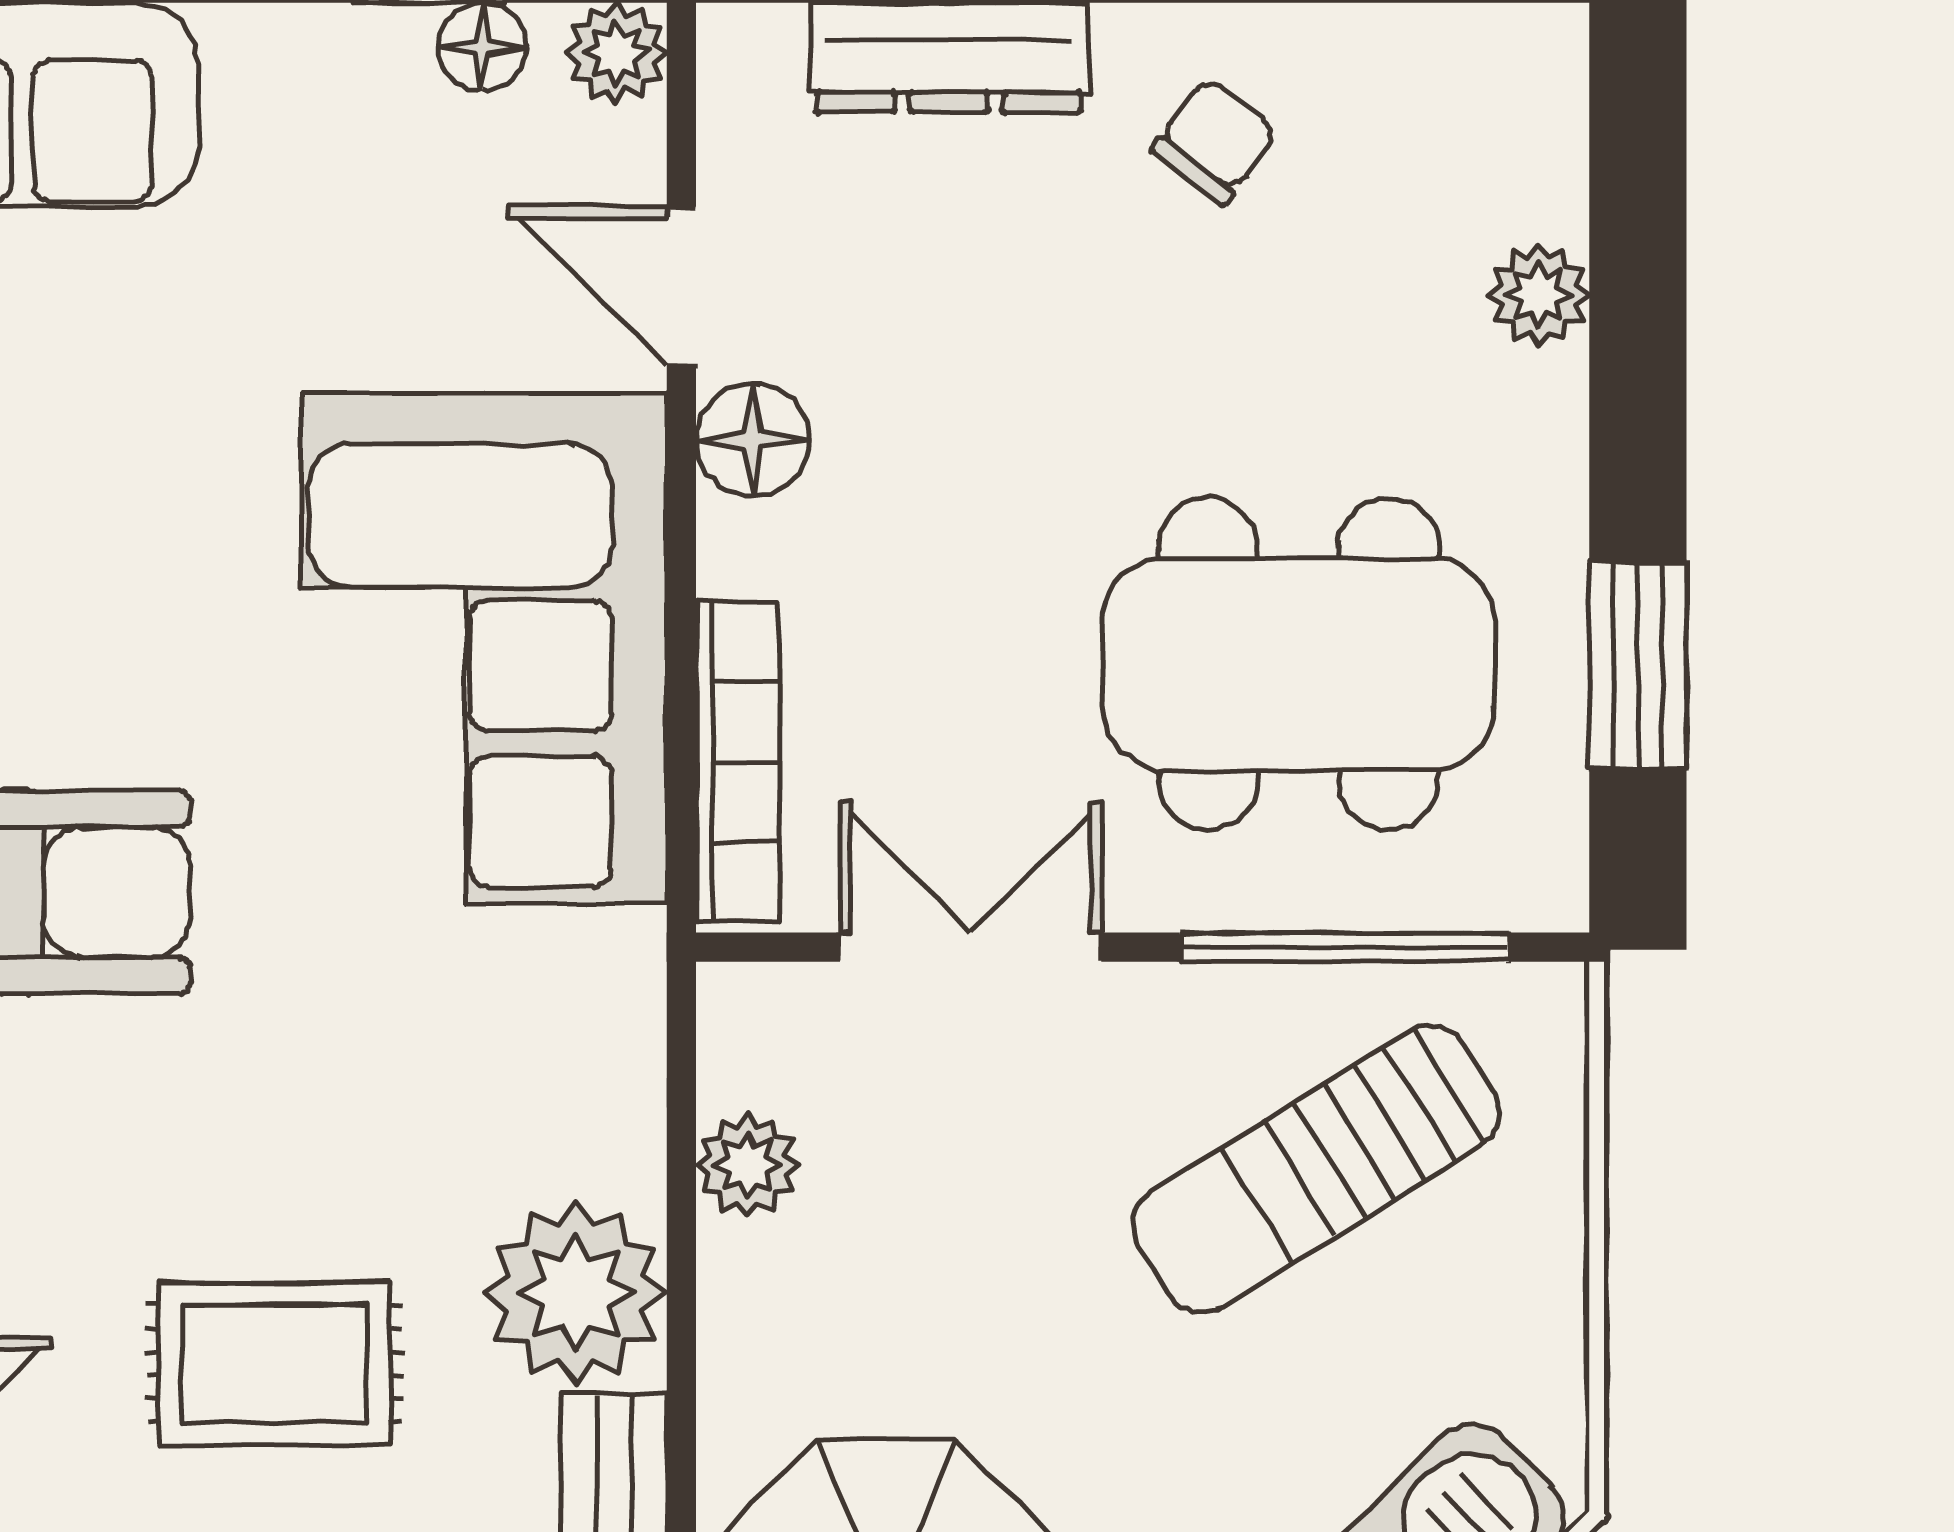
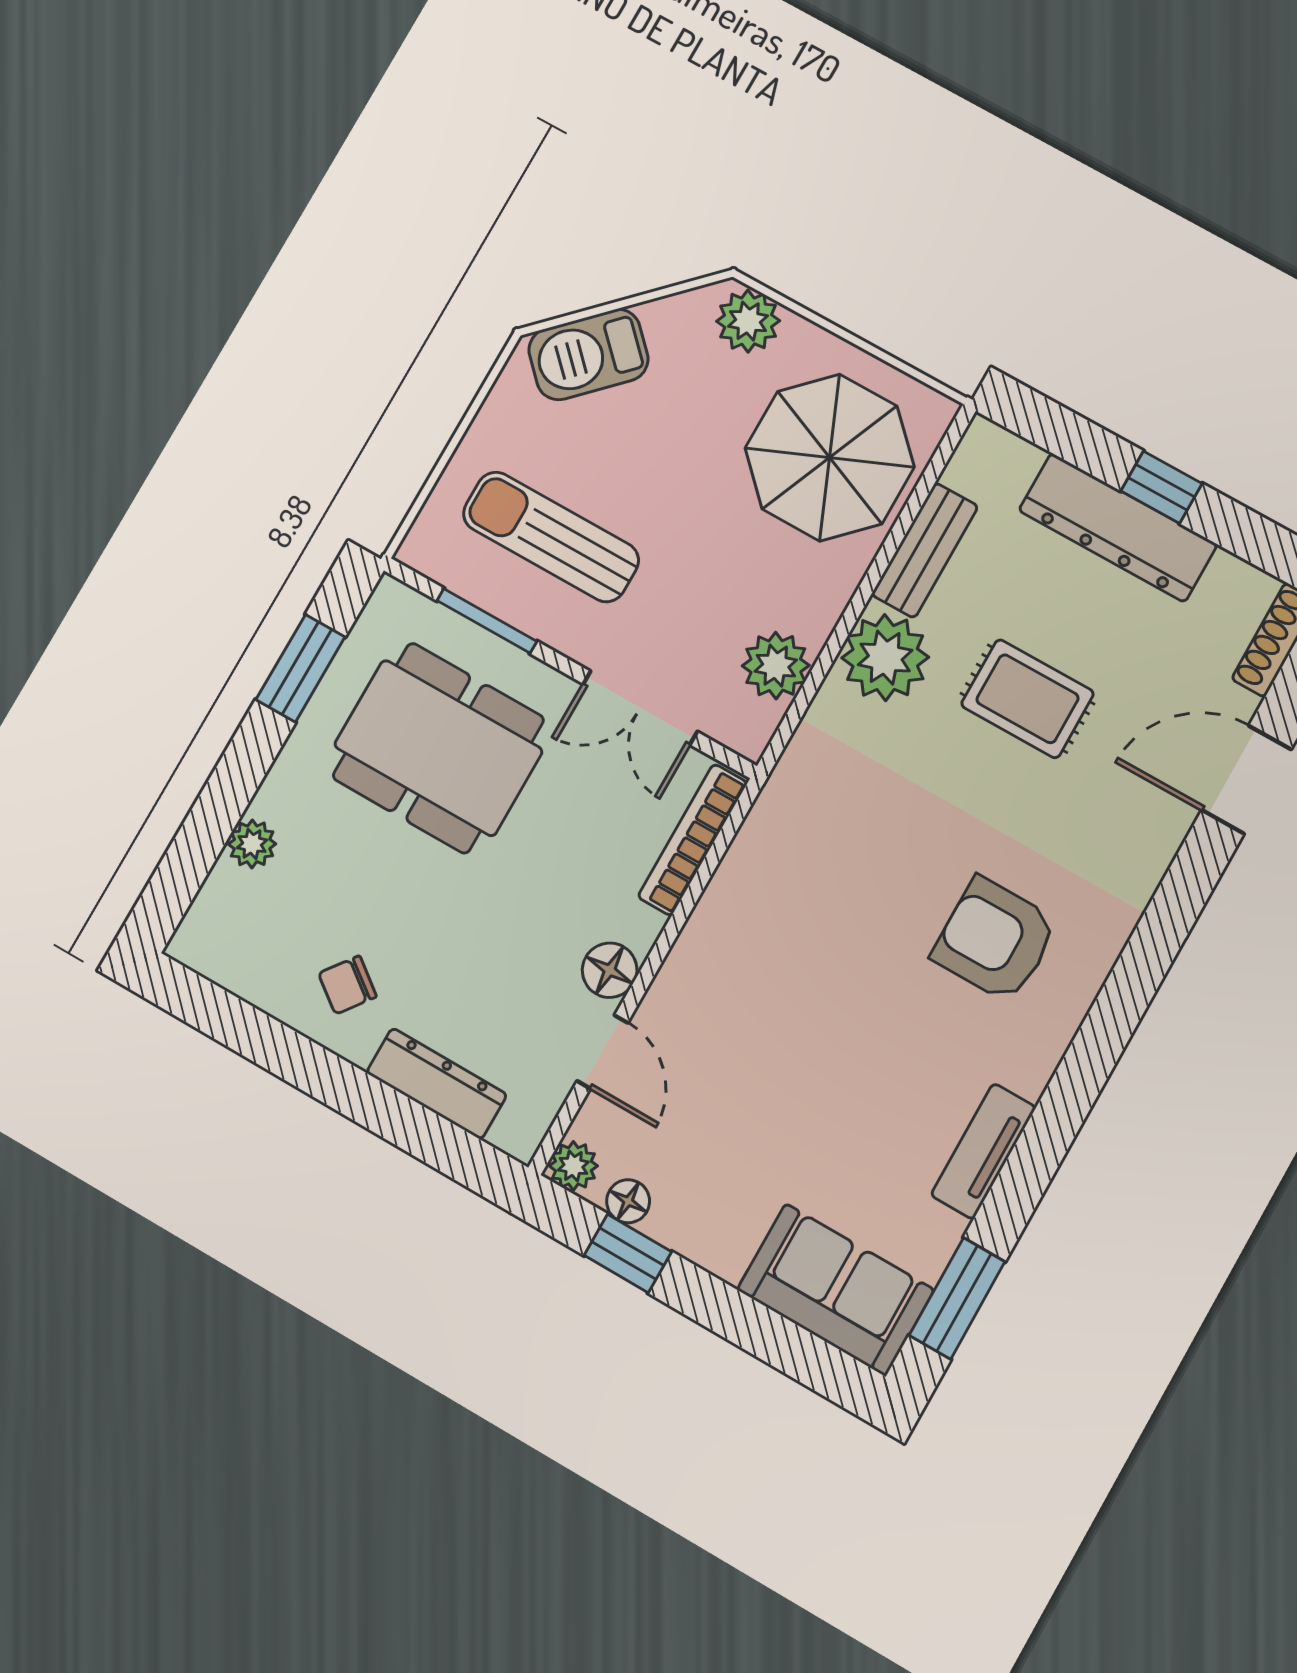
corner sofa: (484, 649) -> (771, 947), removed
window: (1344, 947) -> (487, 621), width x0.69
plant: (747, 1165) -> (776, 666), width x1.38, depth x1.38
sun lounger: (1316, 1169) -> (551, 537), turned -148

